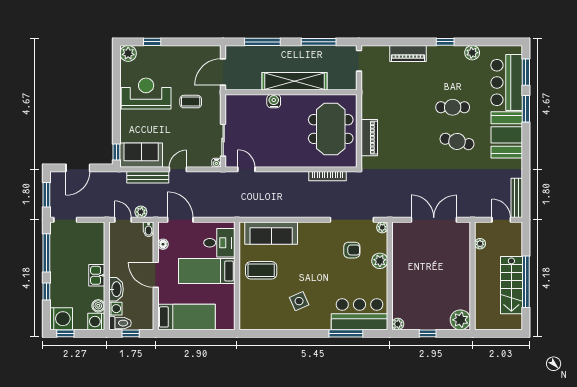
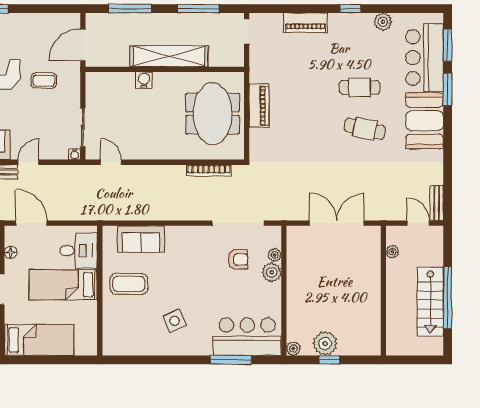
piano: (369, 138) -> (259, 106), moved
bench: (517, 198) -> (437, 203), width x0.73
plant: (382, 227) -> (275, 255), moved
sofa: (271, 233) -> (141, 239), width x0.73
plant: (460, 320) -> (325, 343), moved

